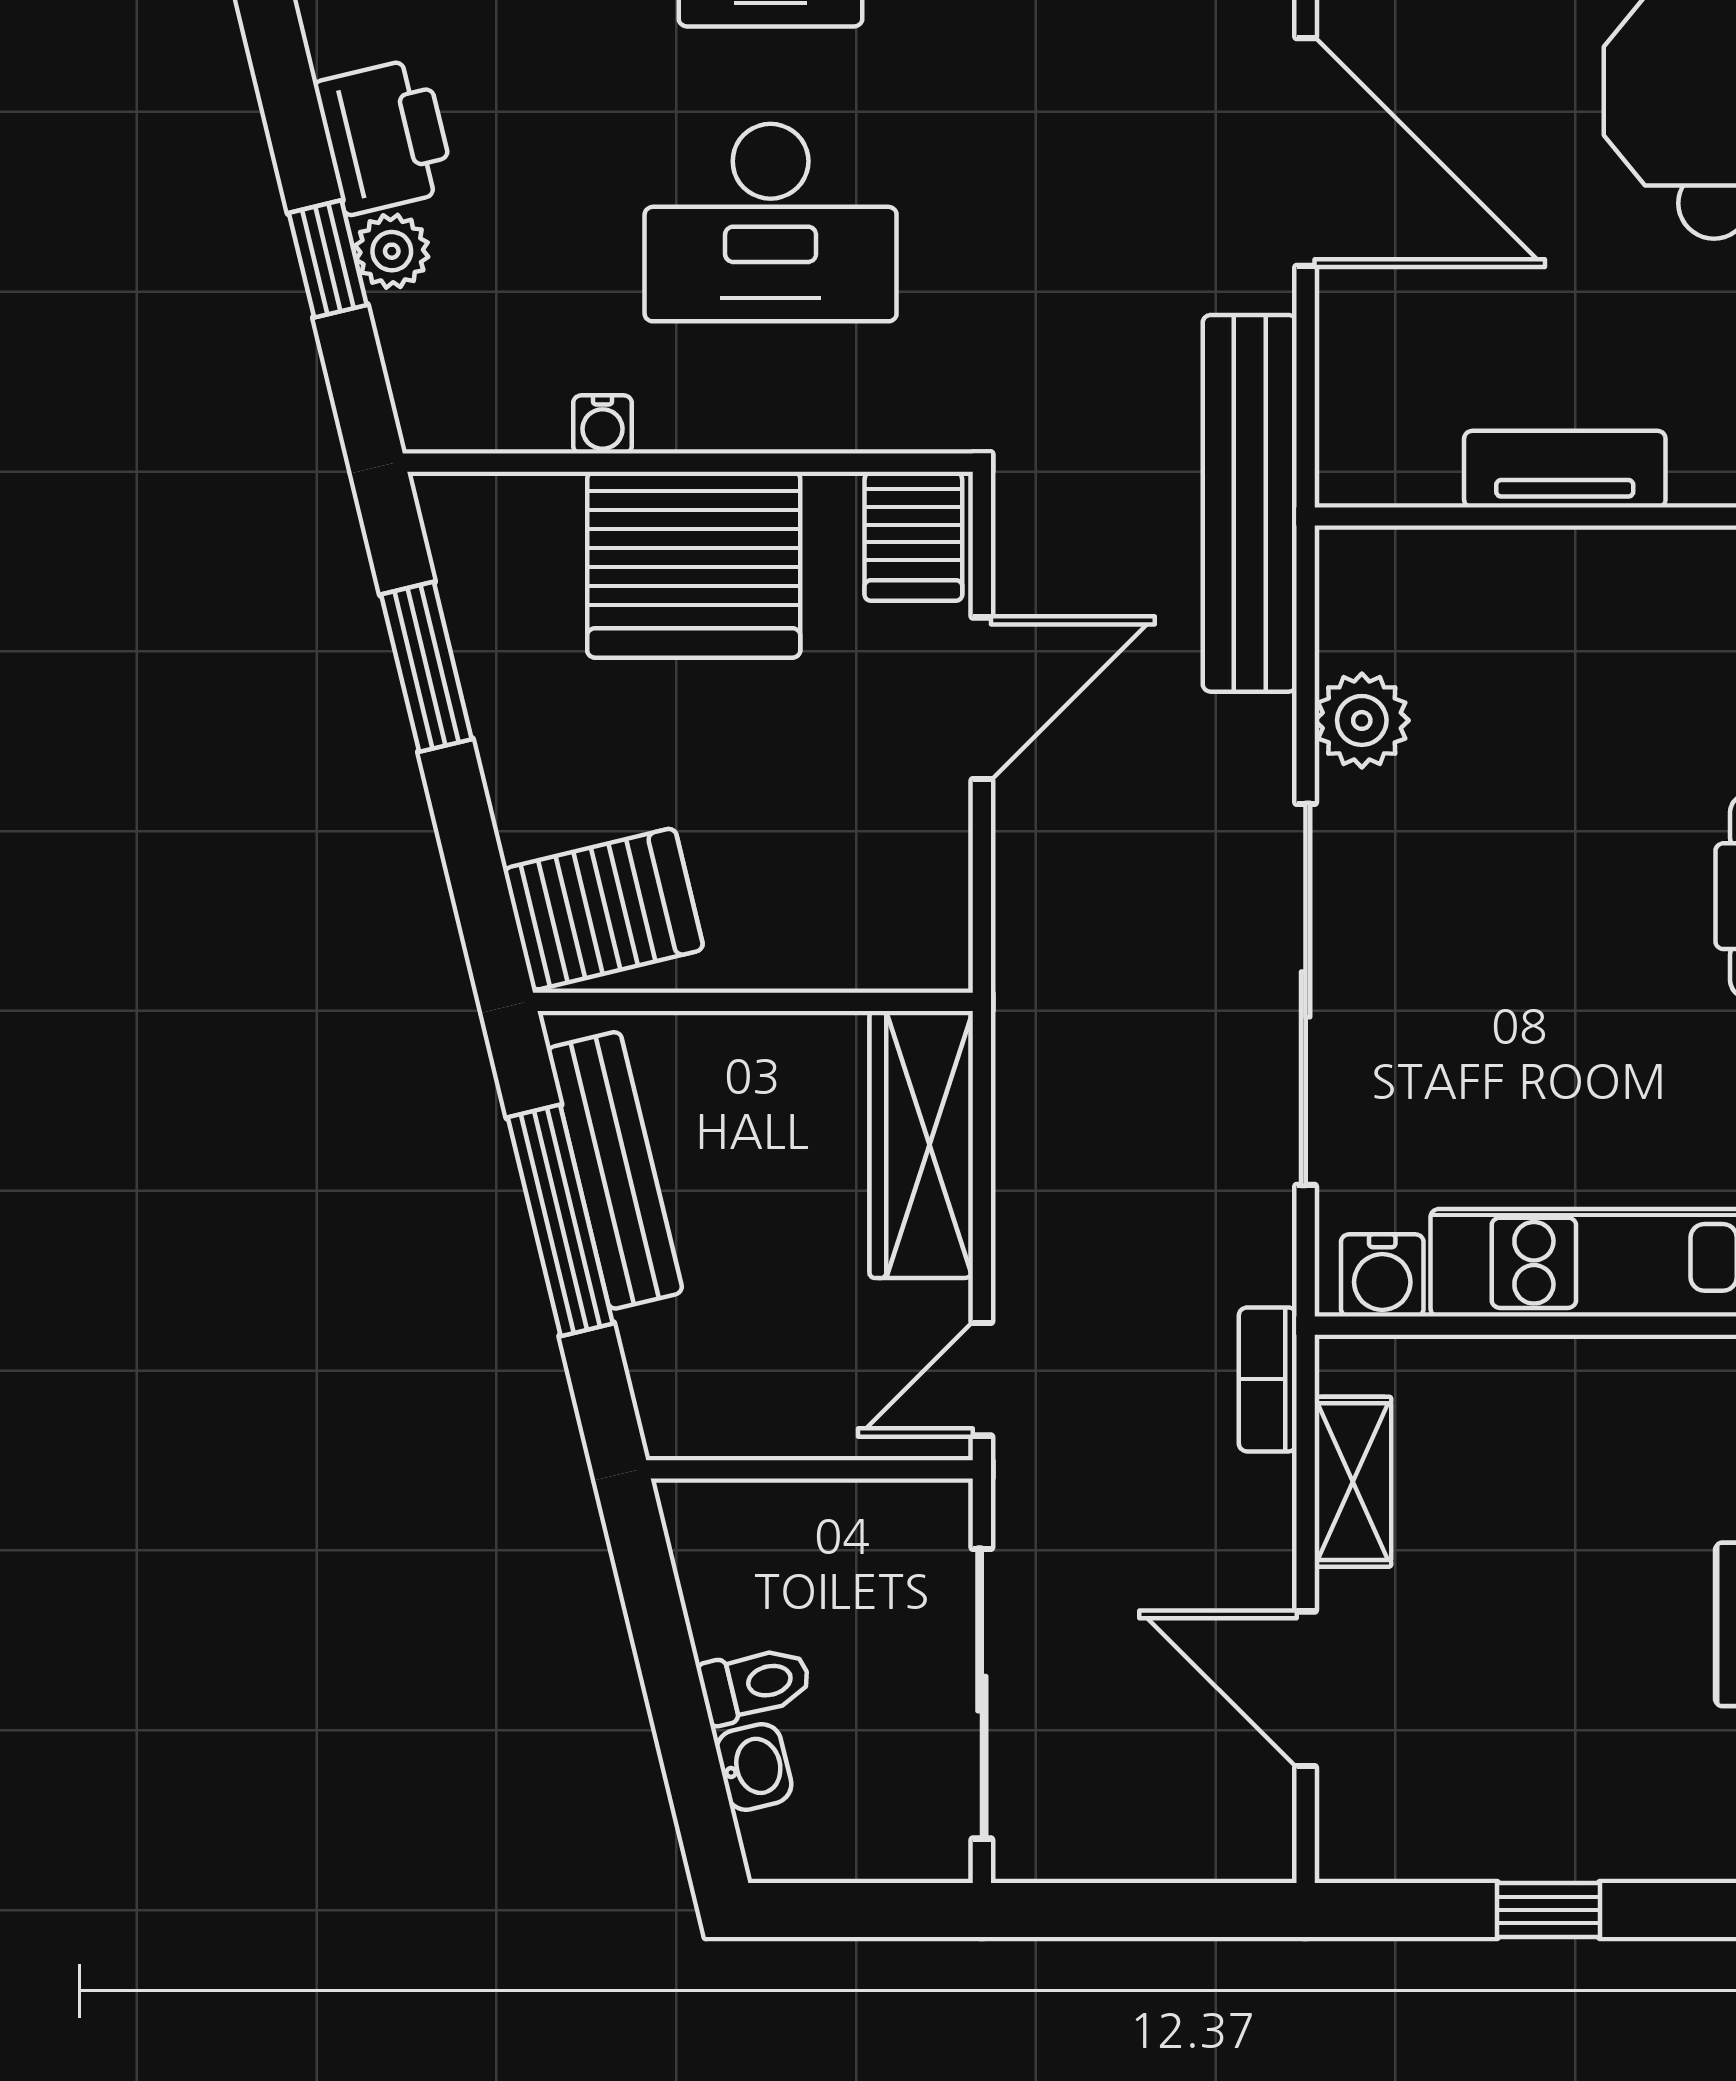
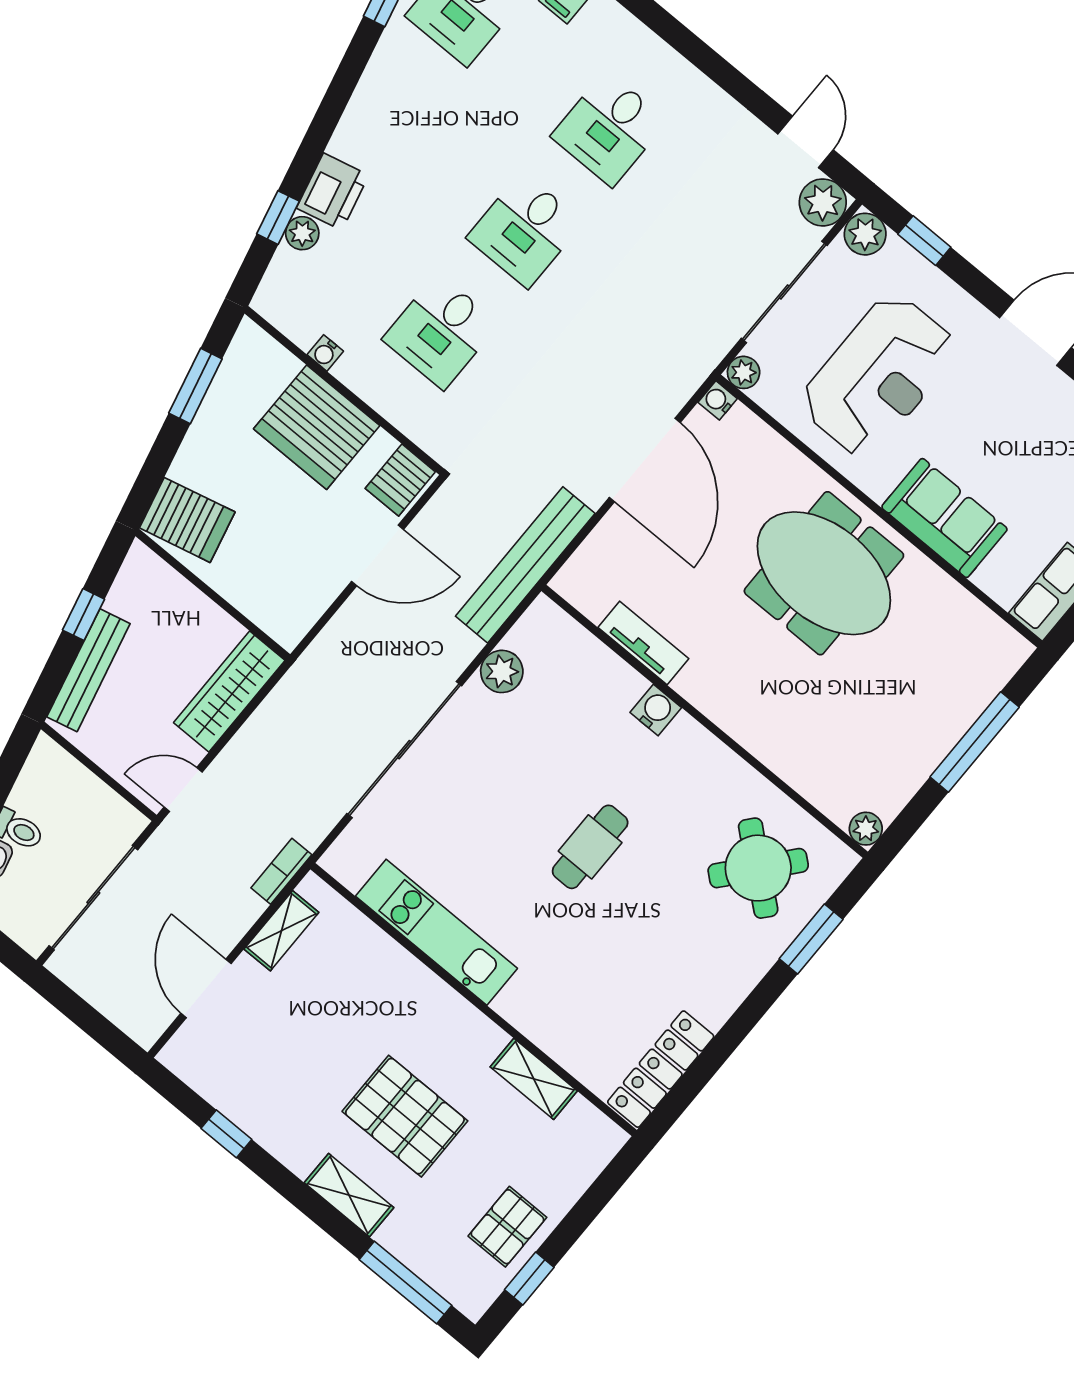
desk: (771, 223) -> (441, 331), width x0.73
bench: (615, 1170) -> (88, 670), moved
window: (560, 1220) -> (83, 615), width x0.46
water cooler: (1382, 1275) -> (656, 710), moved, turned 180

